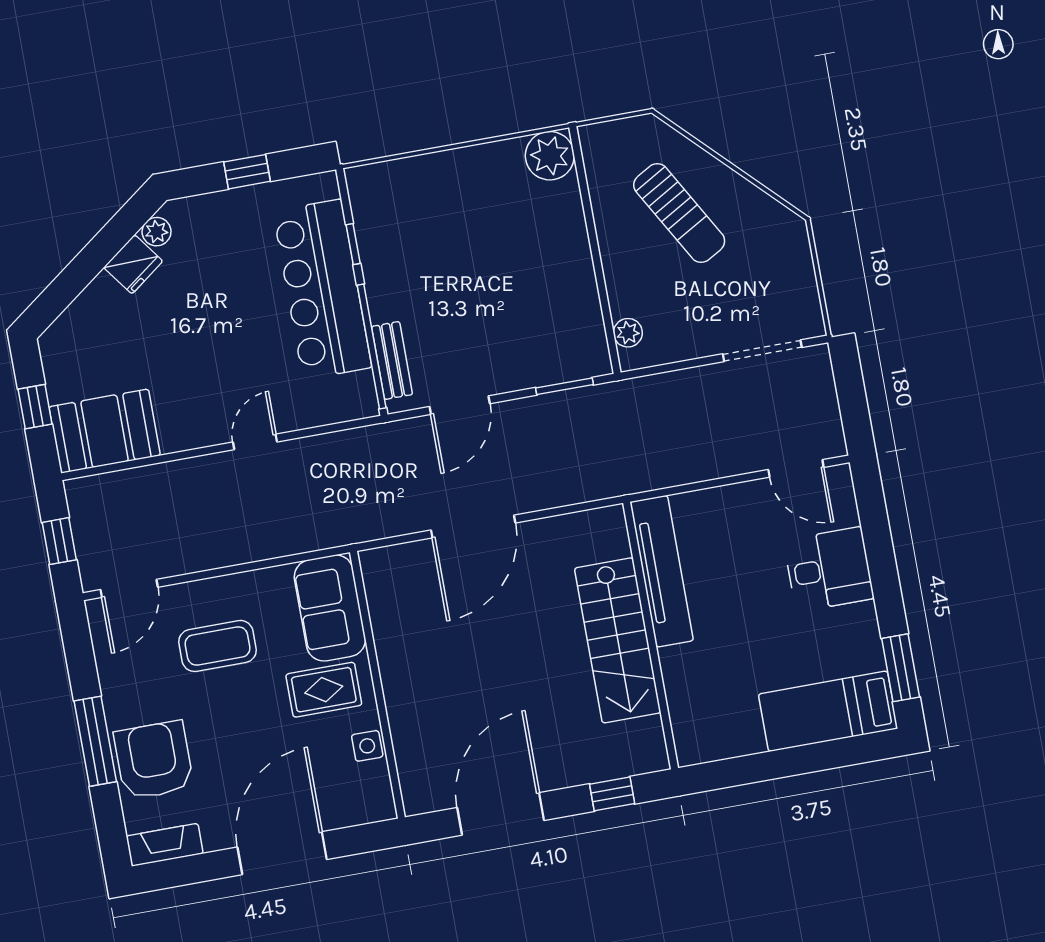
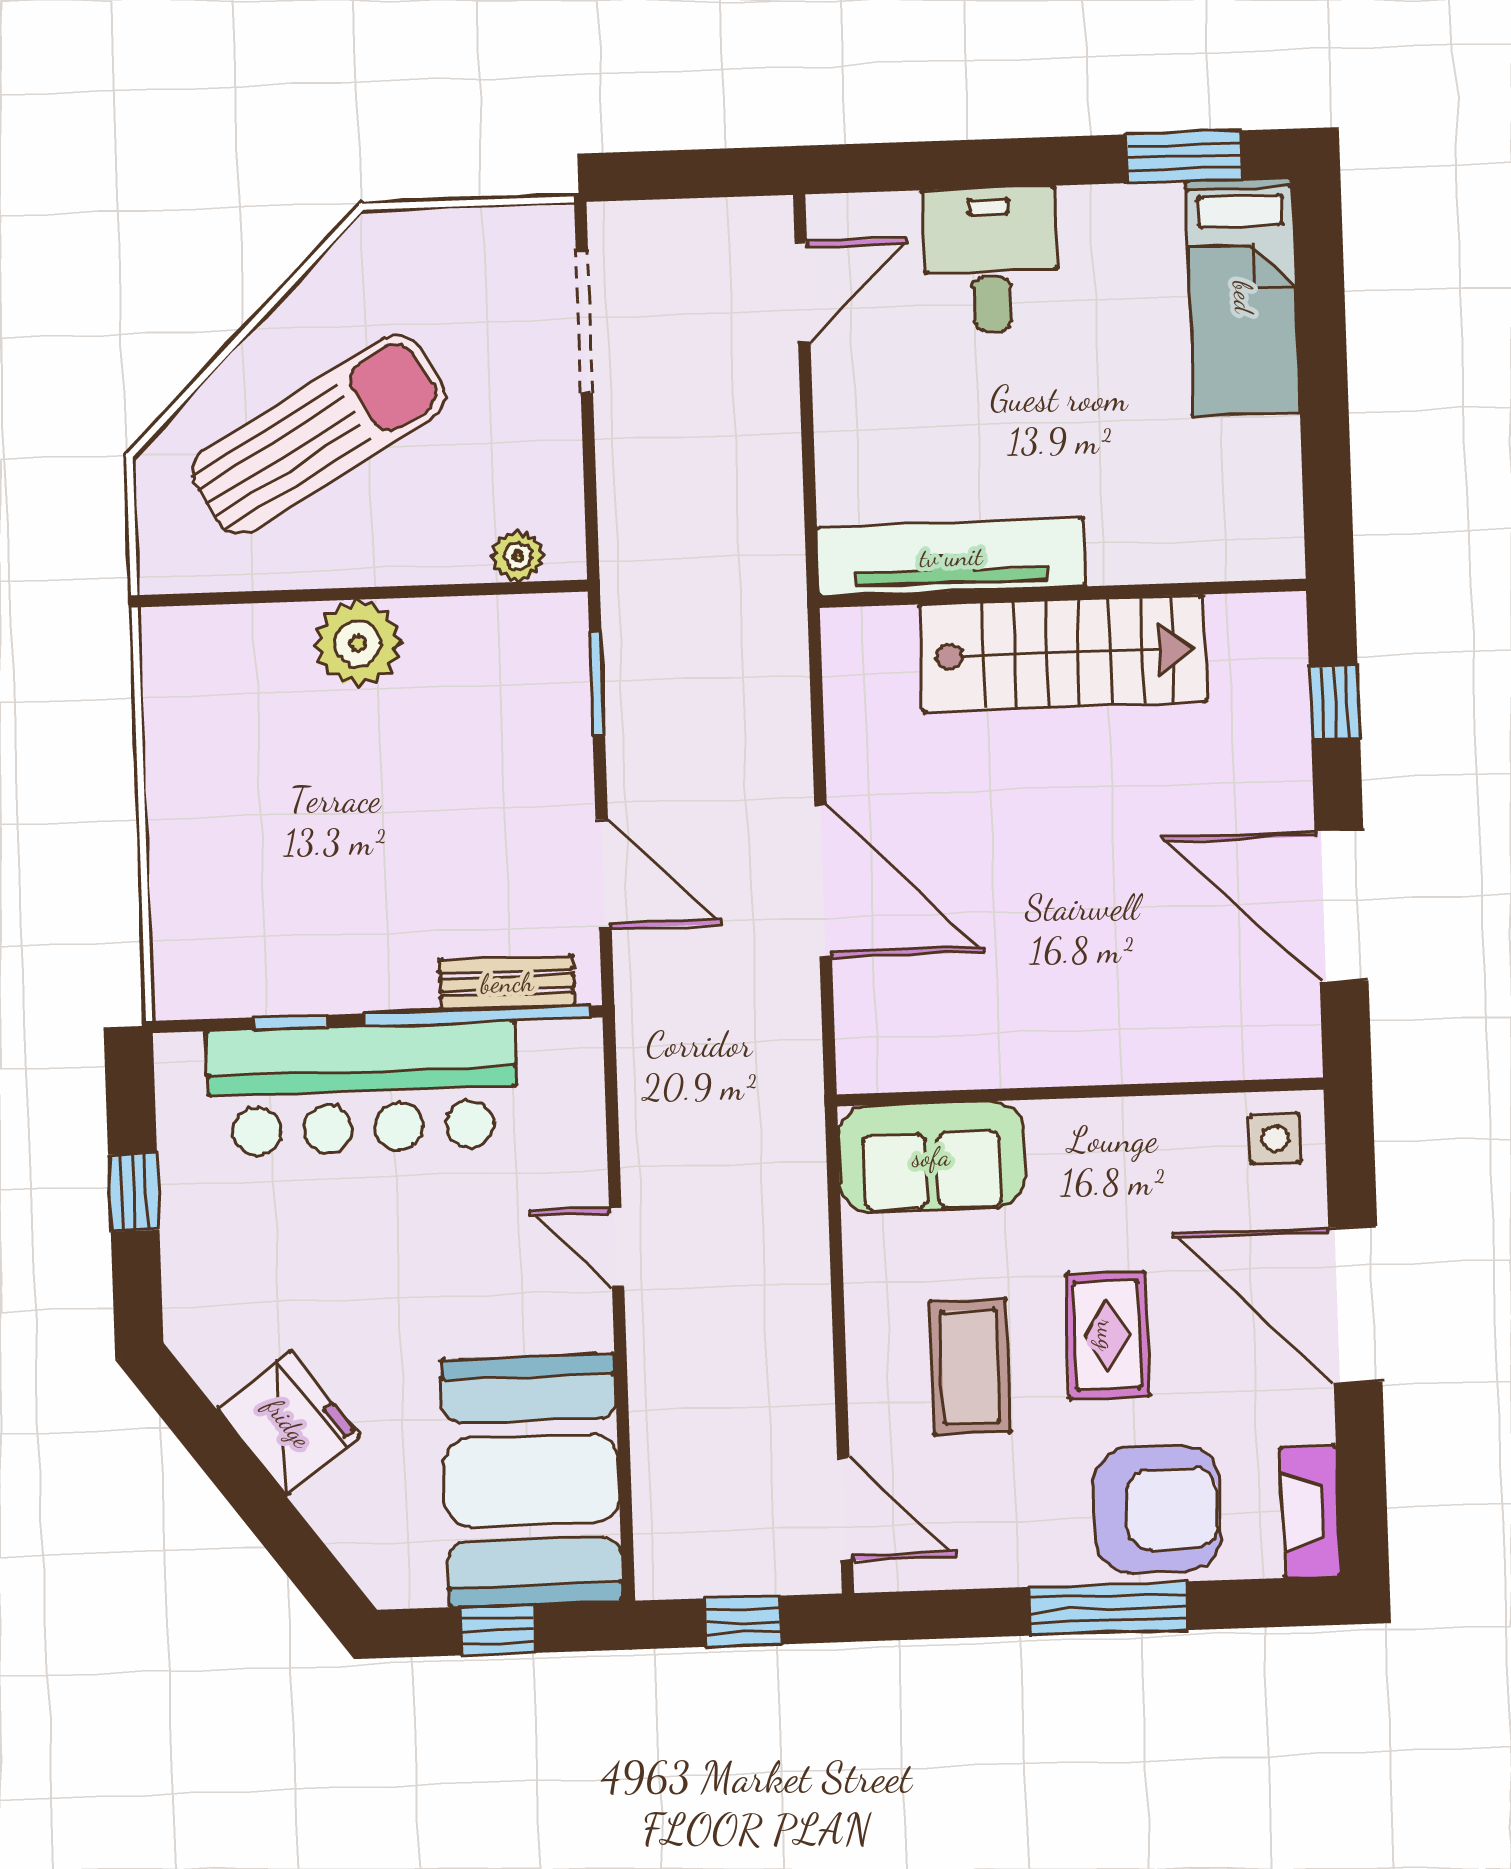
plant: (550, 156) -> (358, 643), moved
sun lounger: (679, 213) -> (318, 434), width x1.36, depth x1.34
plant: (157, 232) -> (217, 1369), removed
fridge: (133, 264) -> (288, 1423), width x1.36, depth x1.34
booth: (105, 431) -> (532, 1480), width x1.36, depth x1.42
rug: (324, 690) -> (1107, 1335), moved
side table: (367, 746) -> (1275, 1139), moved
armchair: (154, 760) -> (1157, 1509), turned 180

